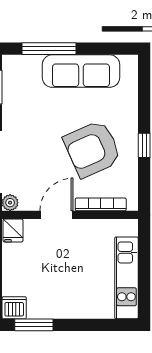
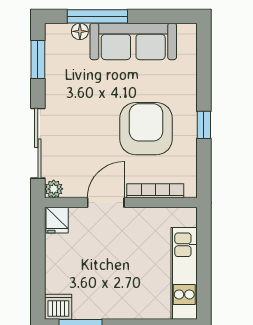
floor lamp: (33, 62) -> (80, 31), added
armchair: (92, 149) -> (146, 129), turned 114

